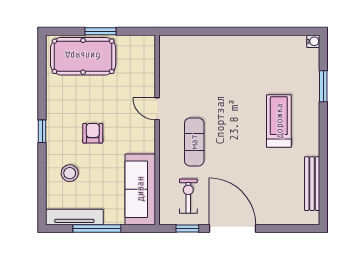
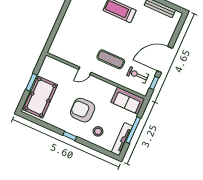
armchair: (93, 133) -> (83, 110), width x1.88, depth x1.88
sofa: (140, 189) -> (128, 101), width x0.73

